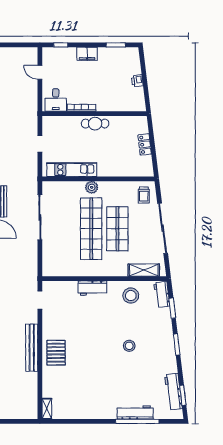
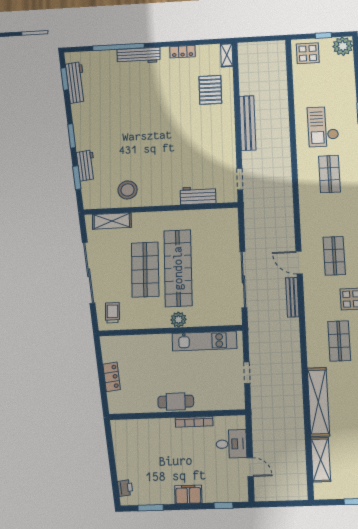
printer: (137, 81) -> (125, 488), moved
desk: (56, 100) -> (231, 444), moved, turned 90
workbench: (93, 288) -> (198, 195), moved
workbench: (162, 294) -> (86, 165), moved
stool: (129, 346) -> (129, 131), removed
pallet: (56, 353) -> (210, 90), moved
workbench: (135, 412) -> (139, 56), moved
locker: (84, 414) -> (183, 52), added

